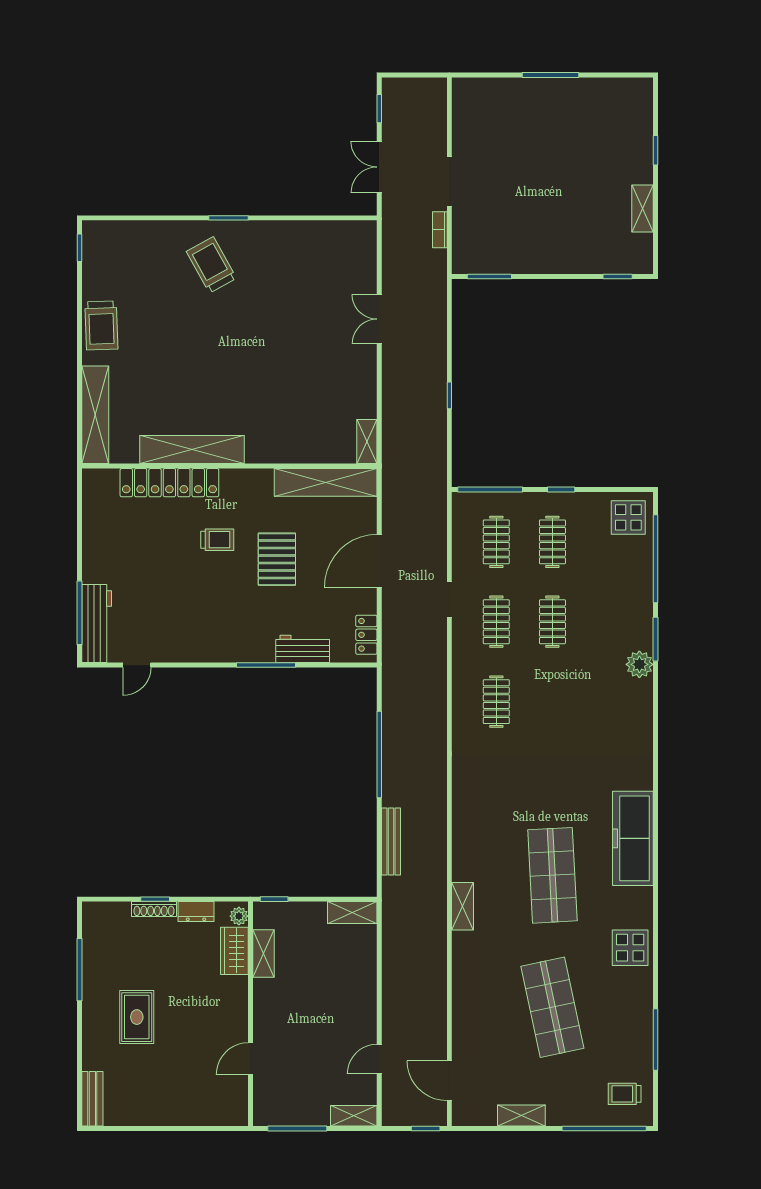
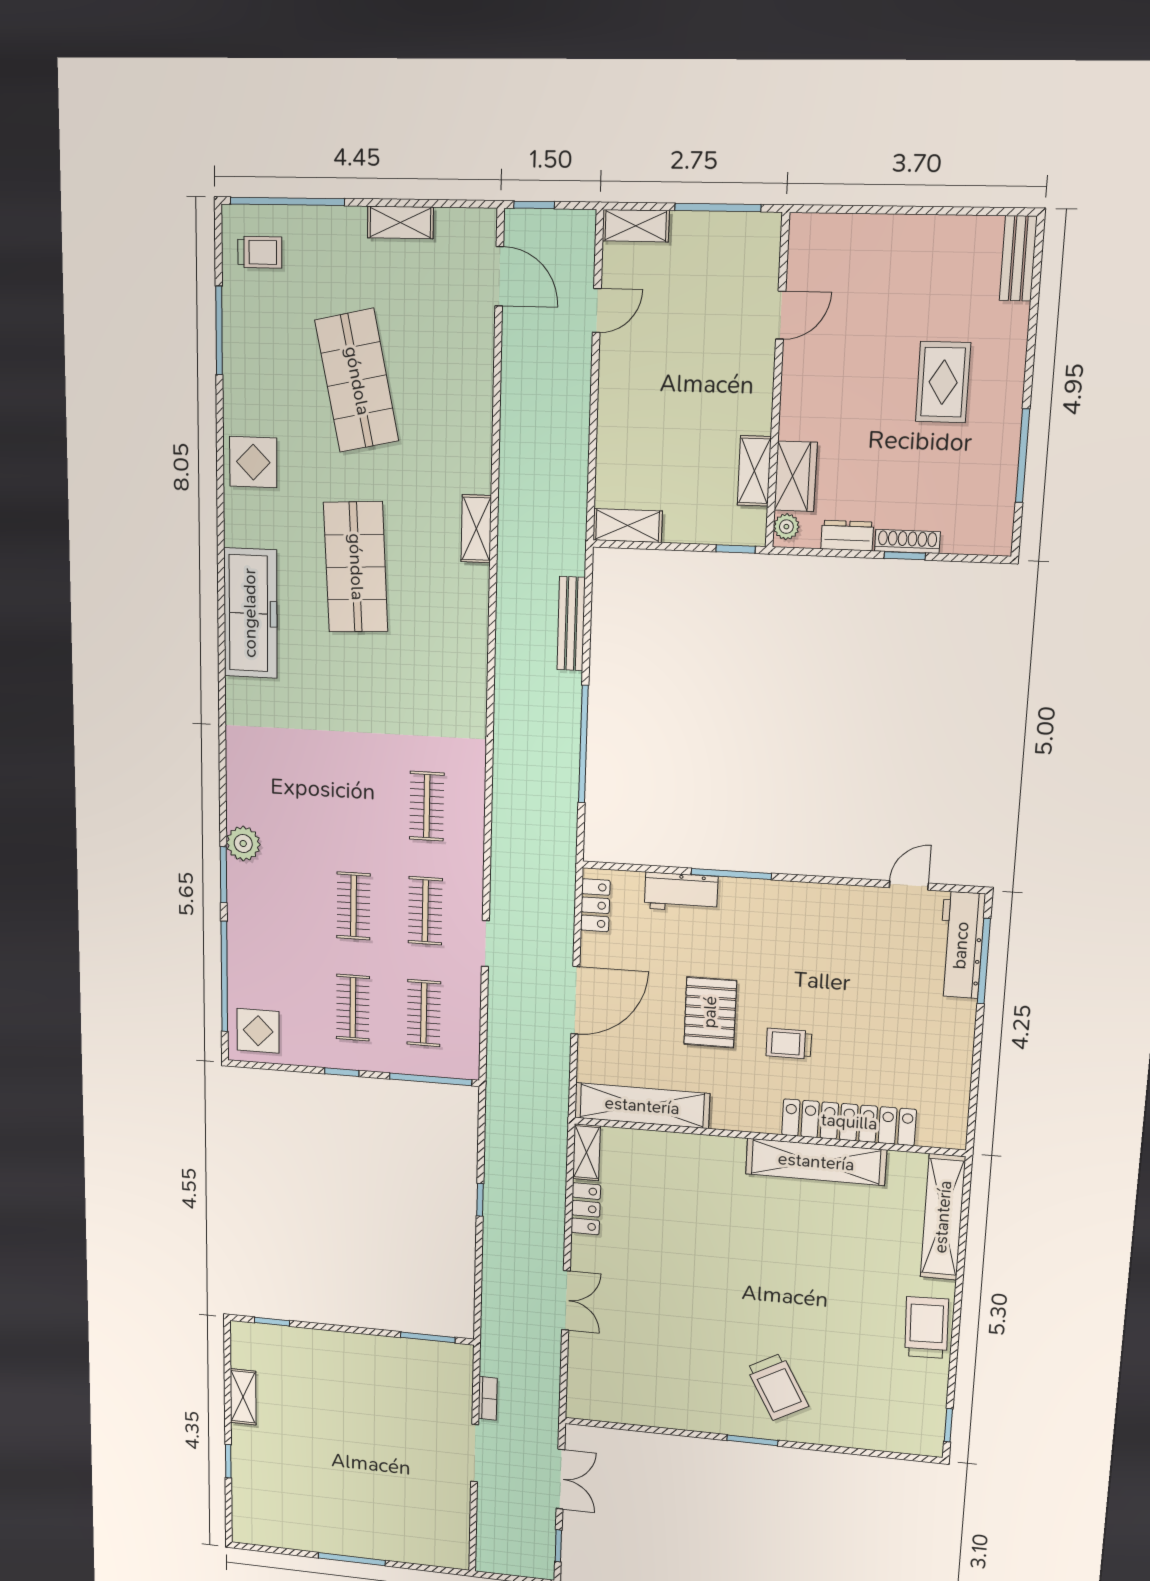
locker: (366, 396) -> (586, 1209), added

